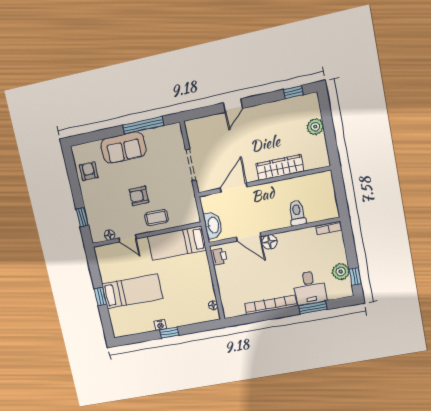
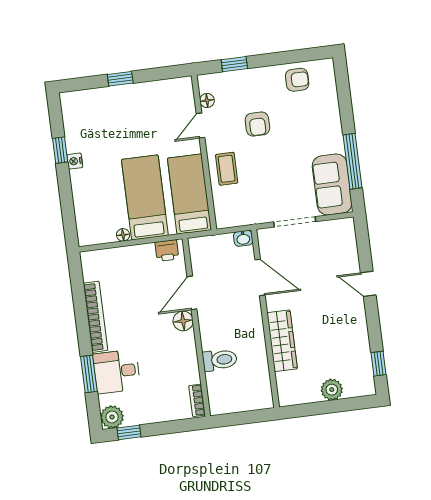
sofa: (123, 148) -> (332, 184), moved
armchair: (139, 196) -> (257, 124), moved, turned 180
washbasin: (213, 225) -> (243, 238), moved, width x0.52, depth x0.69
plant: (341, 272) -> (112, 417), moved
bed: (132, 291) -> (145, 197), moved, turned 180
floor lamp: (213, 305) -> (123, 235), moved
window: (169, 333) -> (60, 150), moved

